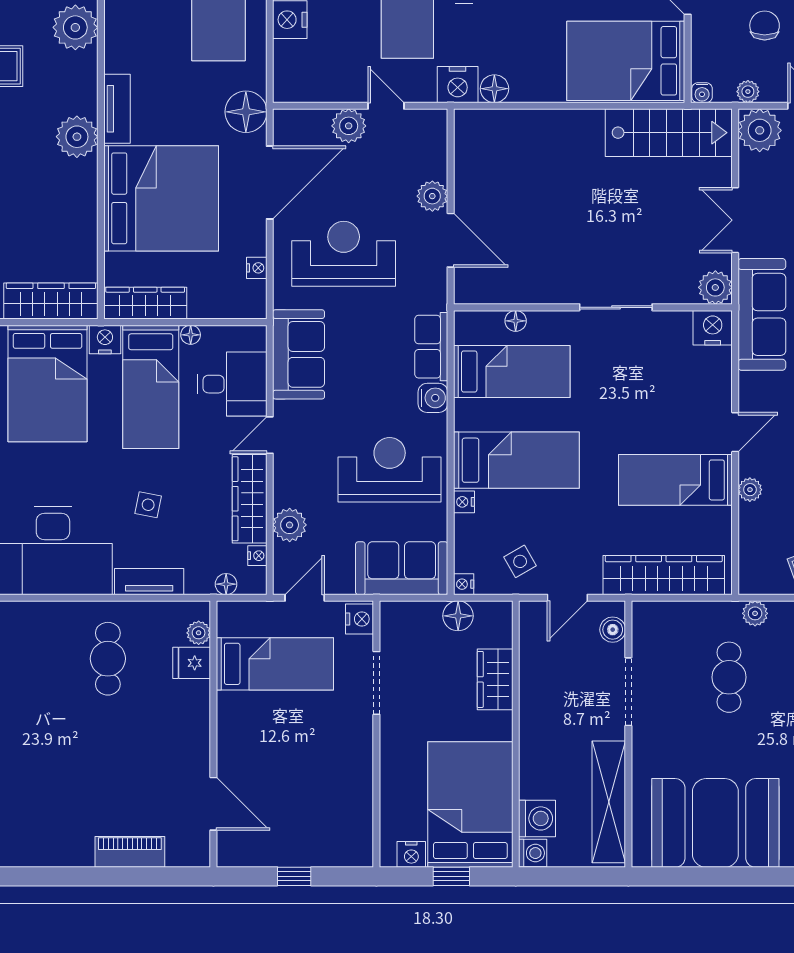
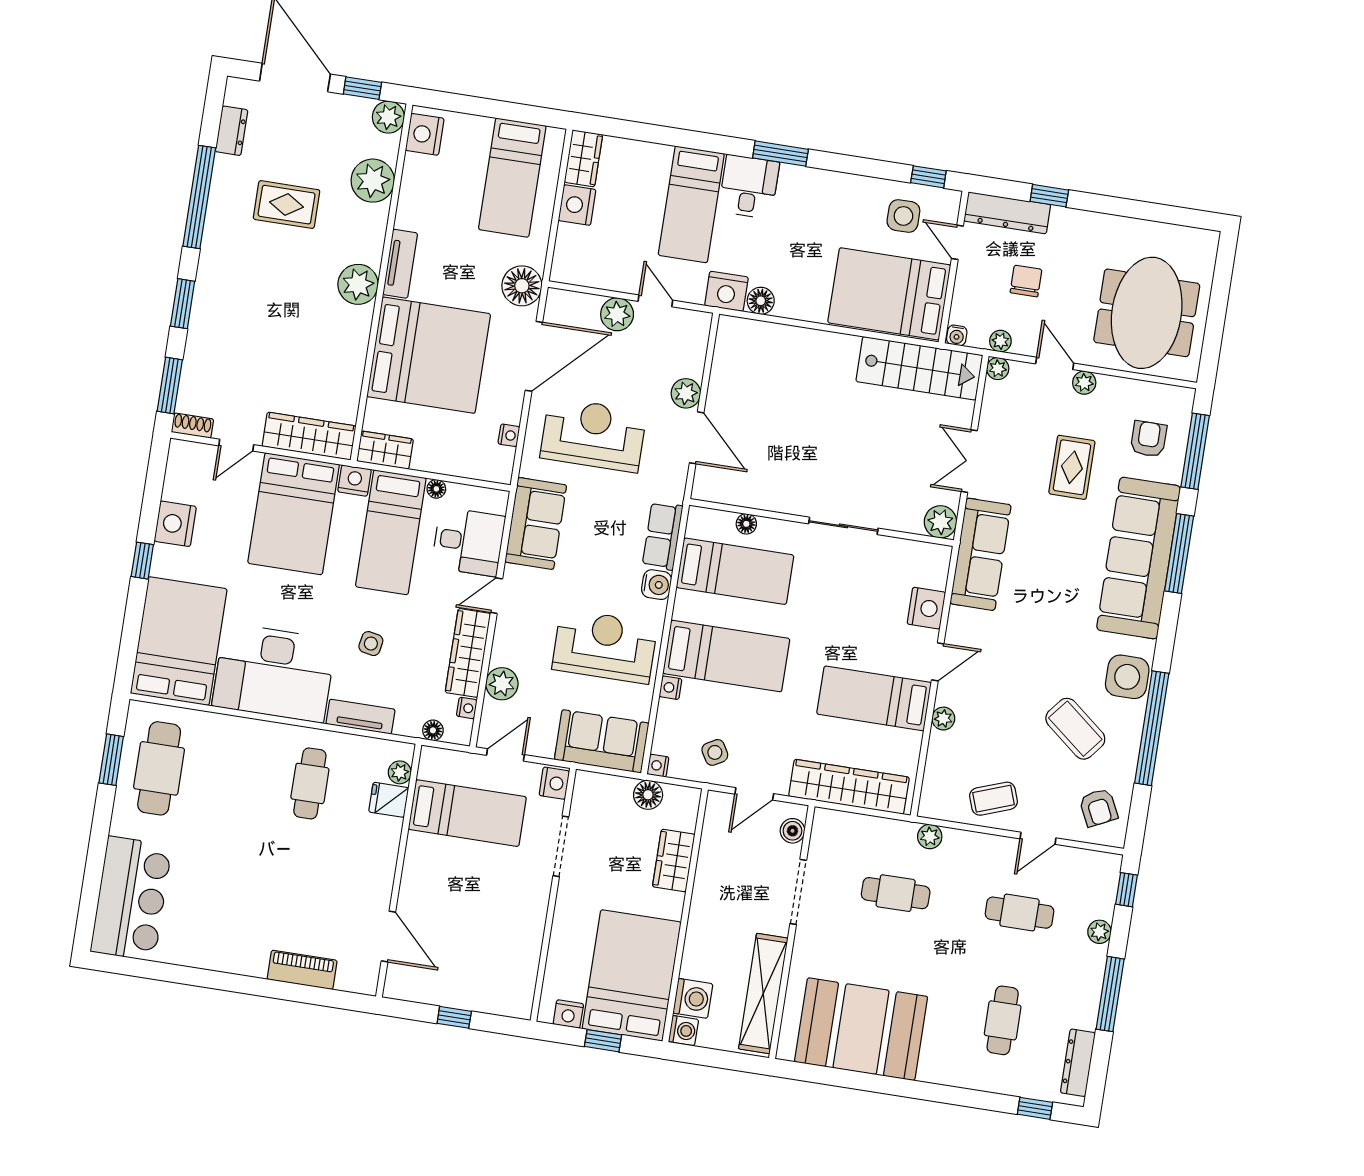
plant: (760, 130) -> (998, 369), width x0.53, depth x0.53
wardrobe: (145, 303) -> (385, 450), width x0.67
nightstand: (713, 328) -> (926, 608), moved, turned 90
cafe table: (729, 677) -> (896, 893), turned 90

